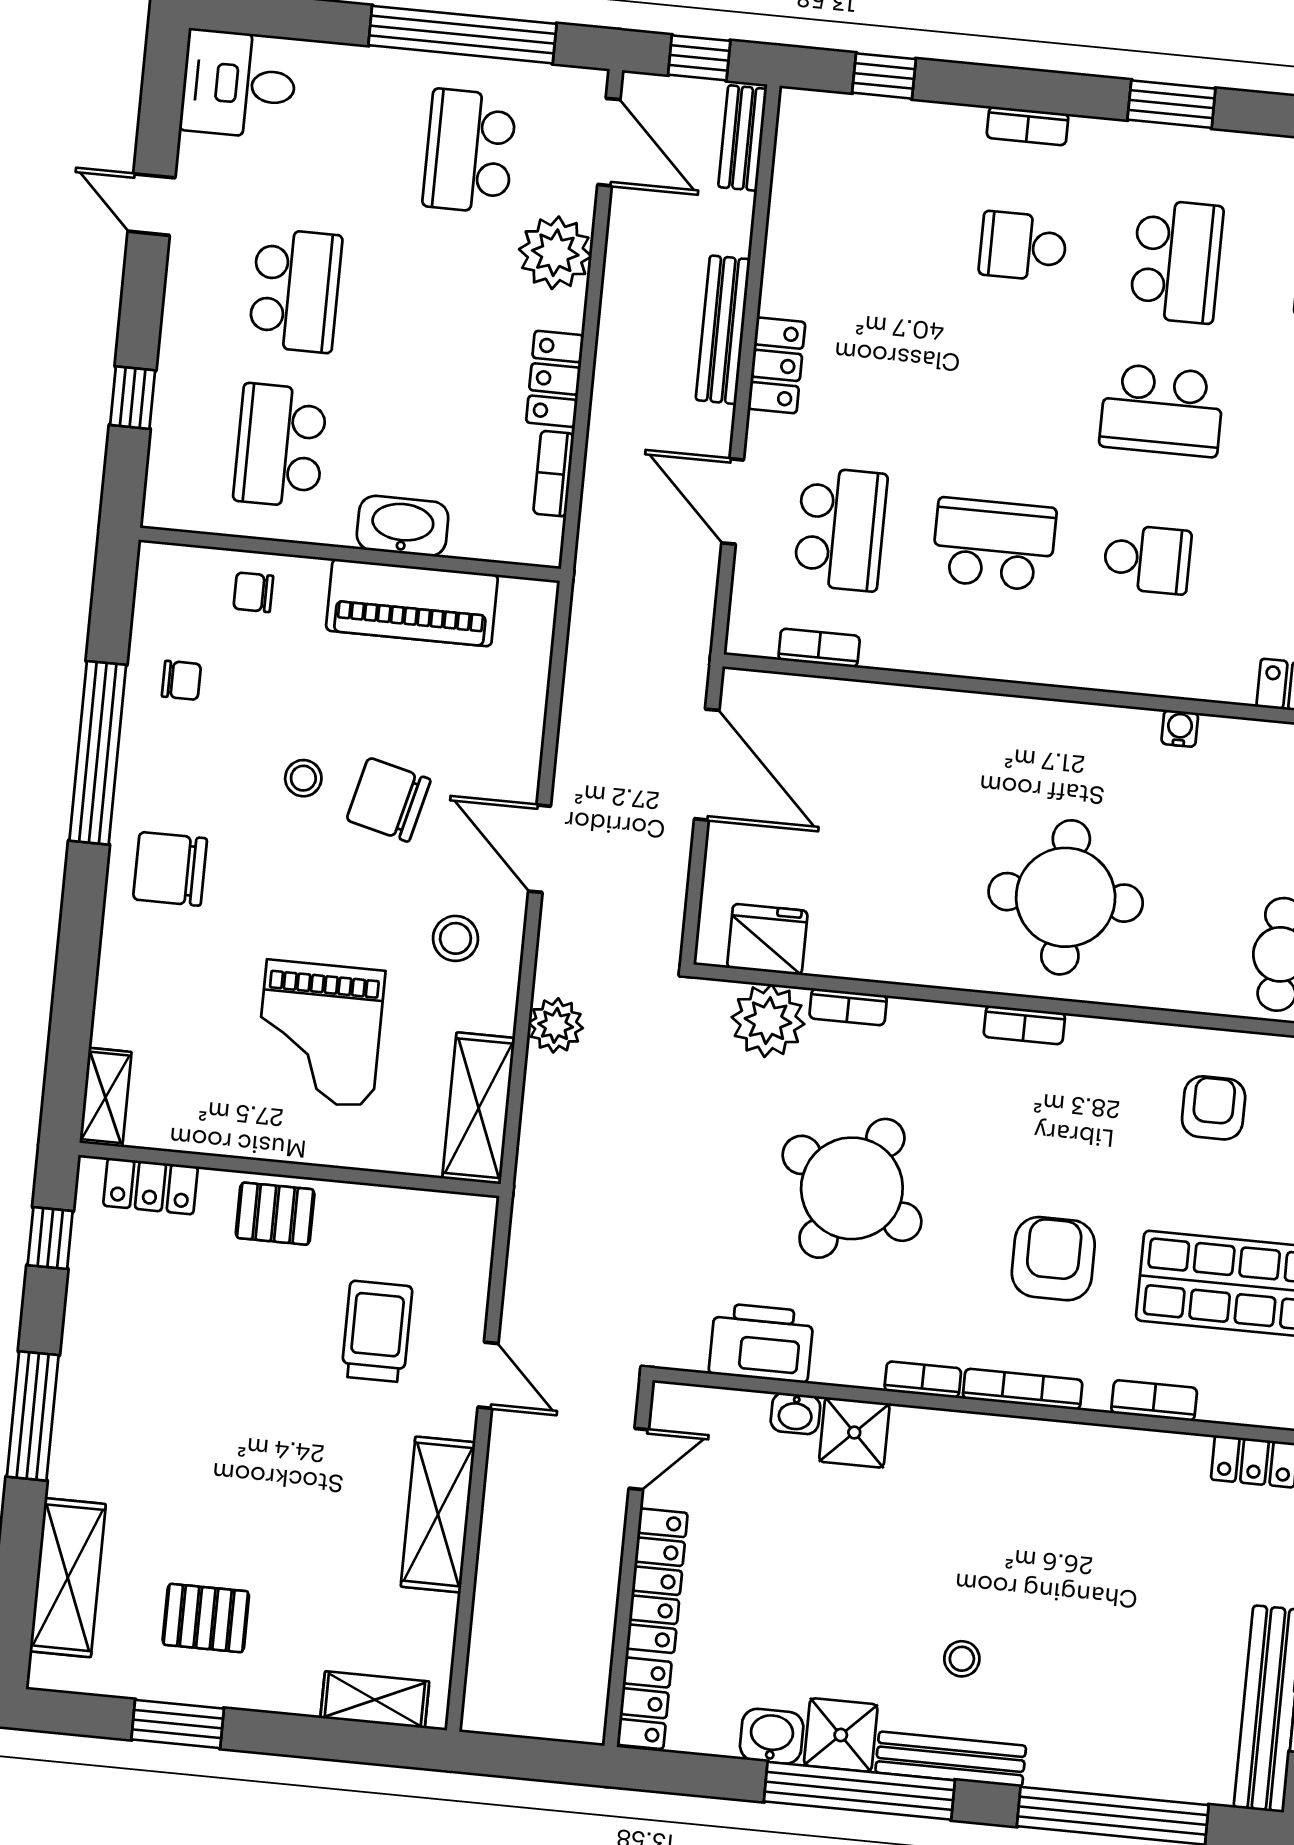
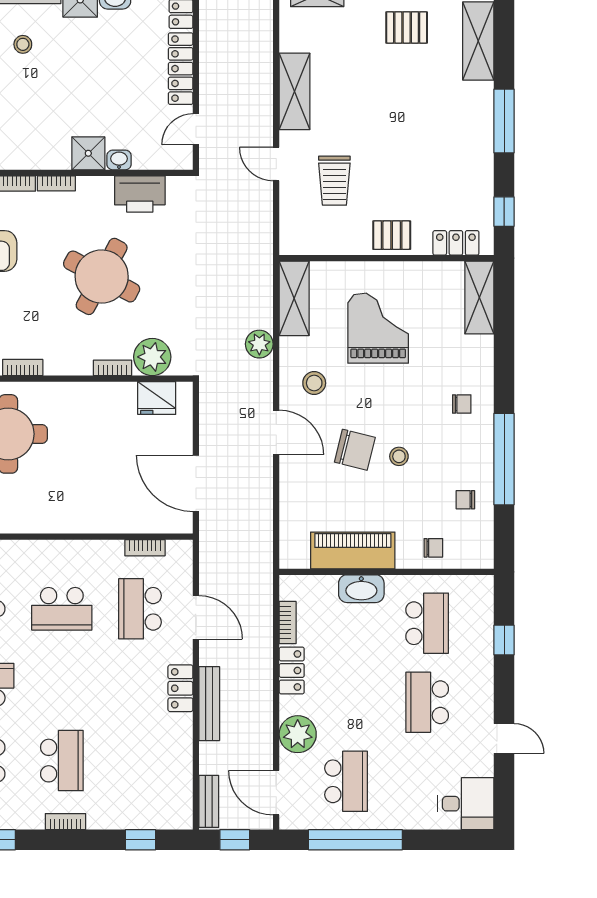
school desk: (1023, 246) -> (62, 761), width x1.85
chair: (170, 869) -> (462, 404), width x0.54, depth x0.54
shelving: (105, 1097) -> (479, 298), width x1.50, depth x1.33

